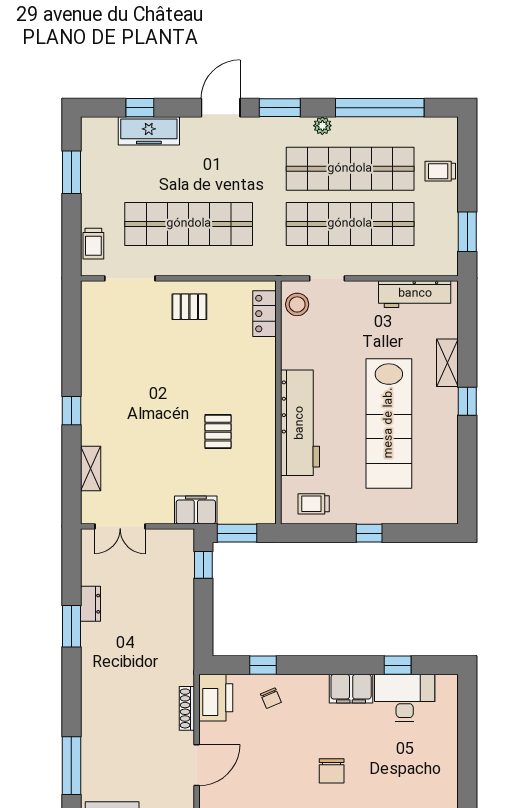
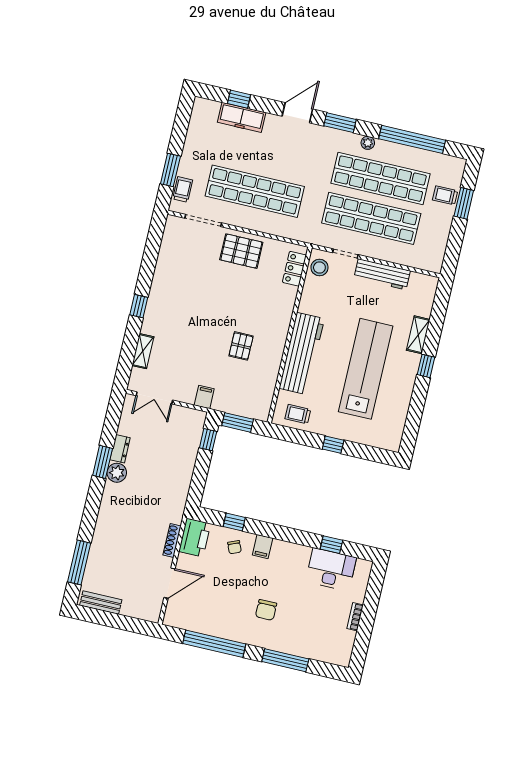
window: (71, 172) -> (170, 170), moved
window: (467, 232) -> (464, 203), moved
trolley: (93, 244) -> (183, 189), turned 180
workbench: (415, 294) -> (382, 274), moved
pallet: (189, 307) -> (241, 251), width x1.50, depth x1.42
lab bench: (389, 423) -> (366, 369), turned 180
filing cabinet: (196, 510) -> (204, 397), width x0.50
plant: (93, 636) -> (117, 473), added
filing cabinet: (351, 689) -> (263, 547), moved, width x0.50
bookcase: (451, 753) -> (355, 617), added

